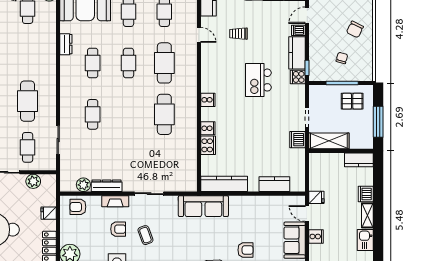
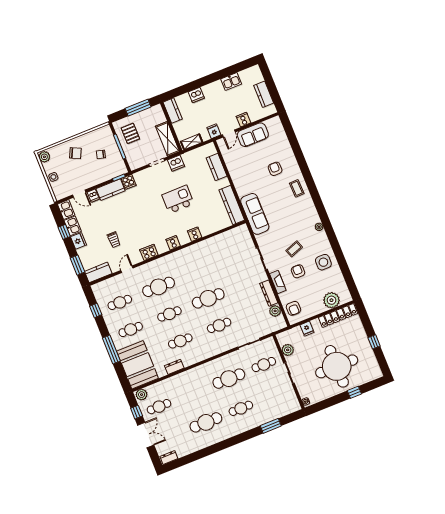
kitchen island: (258, 80) -> (178, 199), moved, turned 180
cafe table: (164, 114) -> (208, 298), moved
cooker: (208, 145) -> (149, 252), moved
shelving: (367, 215) -> (192, 142), moved

